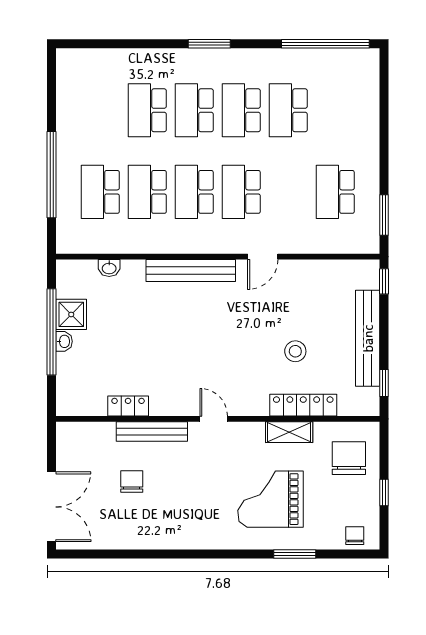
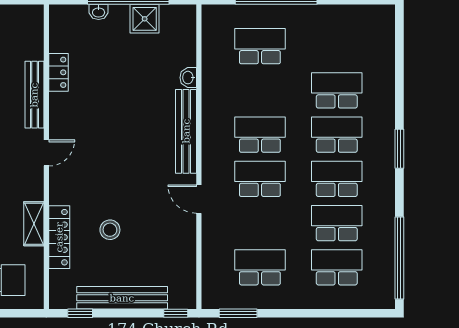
school desk: (147, 192) -> (337, 267), moved
washbasin: (109, 268) -> (188, 78), moved
washbasin: (64, 341) -> (99, 12), moved

